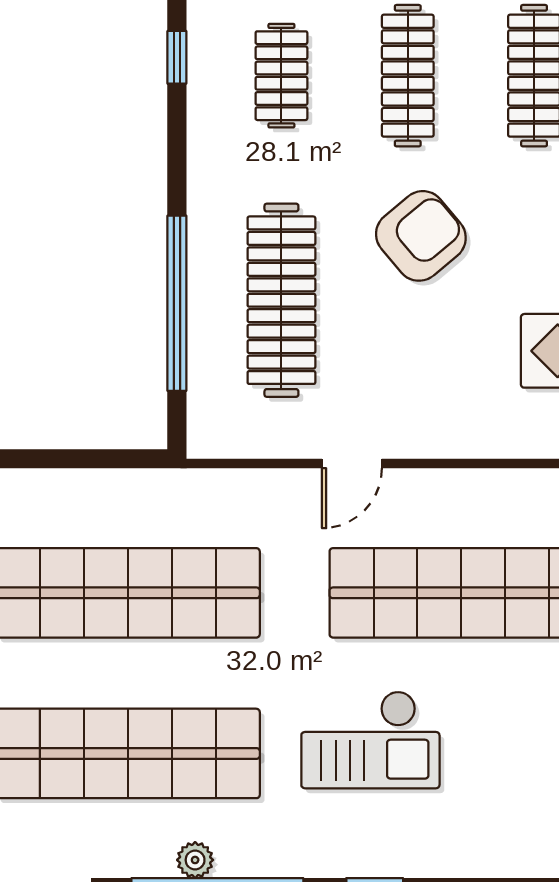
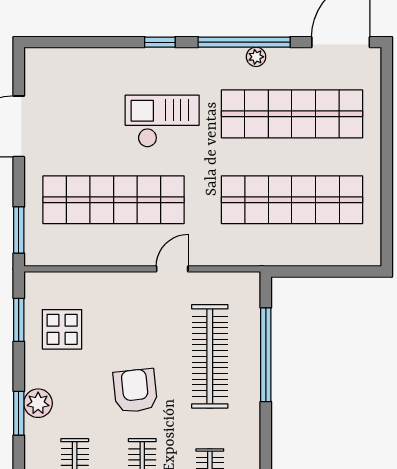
armchair: (421, 236) -> (135, 391), turned 124

